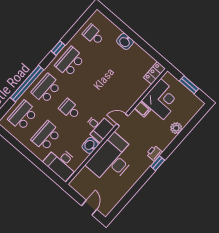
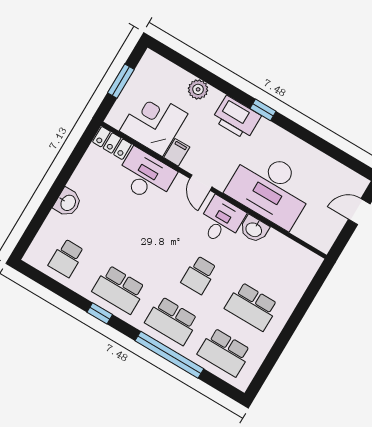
printer: (154, 153) -> (237, 118), width x1.87, depth x1.48
desk: (61, 163) -> (146, 176), moved, turned -90

